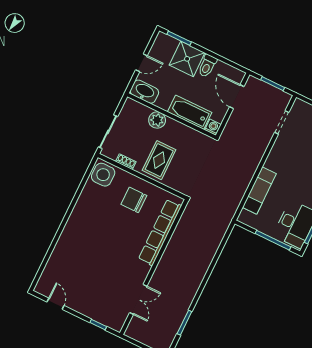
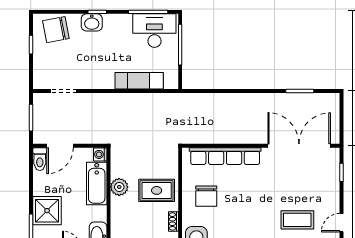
toilet: (207, 66) -> (40, 159), moved, turned 90
plant: (157, 120) -> (119, 187), moved
coffee table: (76, 267) -> (297, 220), added
double door: (138, 299) -> (299, 146), width x1.87

